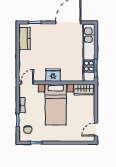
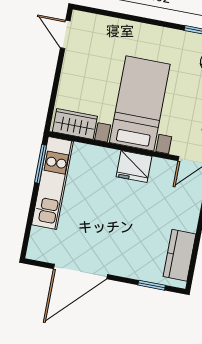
kitchen unit: (89, 53) -> (52, 183), width x0.73
door: (96, 129) -> (65, 34), swing flipped

